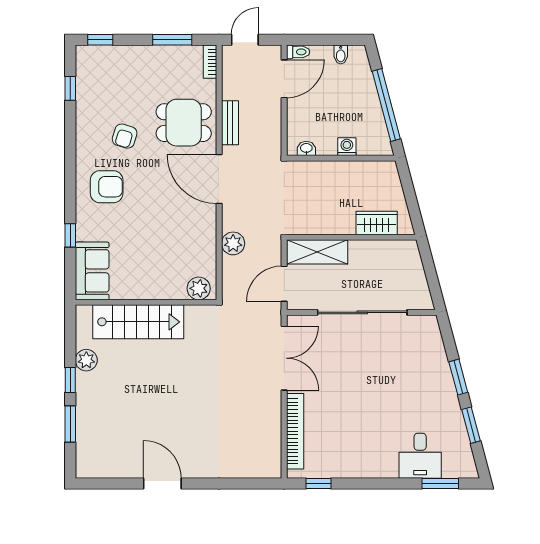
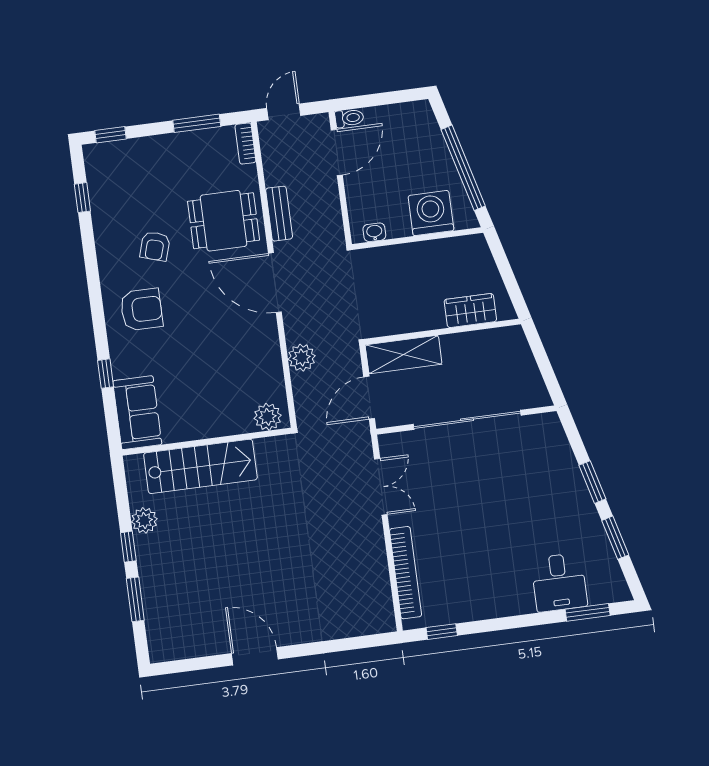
bidet: (341, 55) -> (401, 114), removed
washing machine: (347, 147) -> (431, 213), width x1.89, depth x1.89
double door: (284, 358) -> (381, 487), width x0.73

